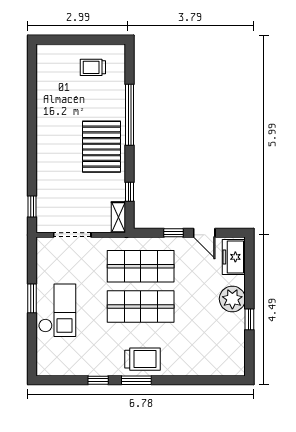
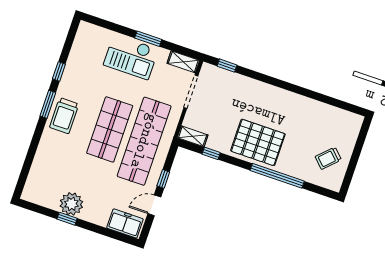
trolley: (93, 67) -> (328, 158), turned -135
shelving: (44, 254) -> (183, 62), added
shop shelf: (141, 266) -> (144, 141), width x1.40
plant: (232, 299) -> (71, 204), moved

